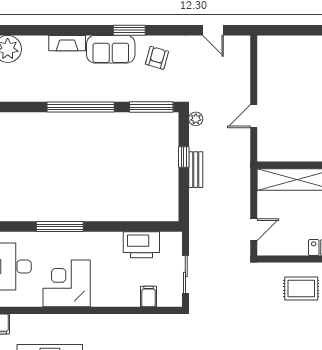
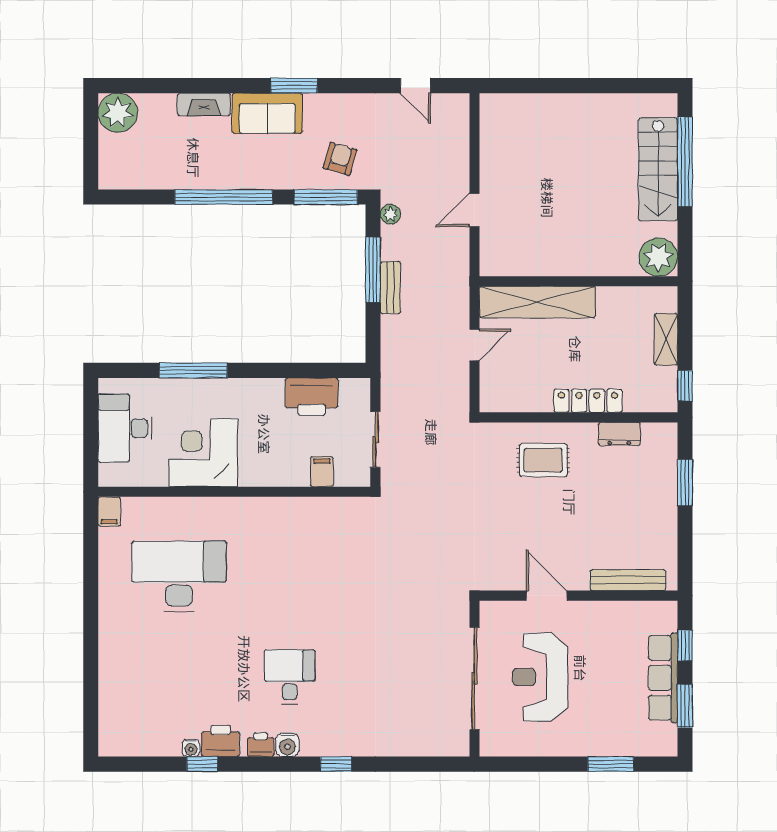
armchair: (157, 58) -> (340, 159), moved
window: (184, 157) -> (373, 270), width x2.17
door: (254, 230) -> (474, 345), moved

